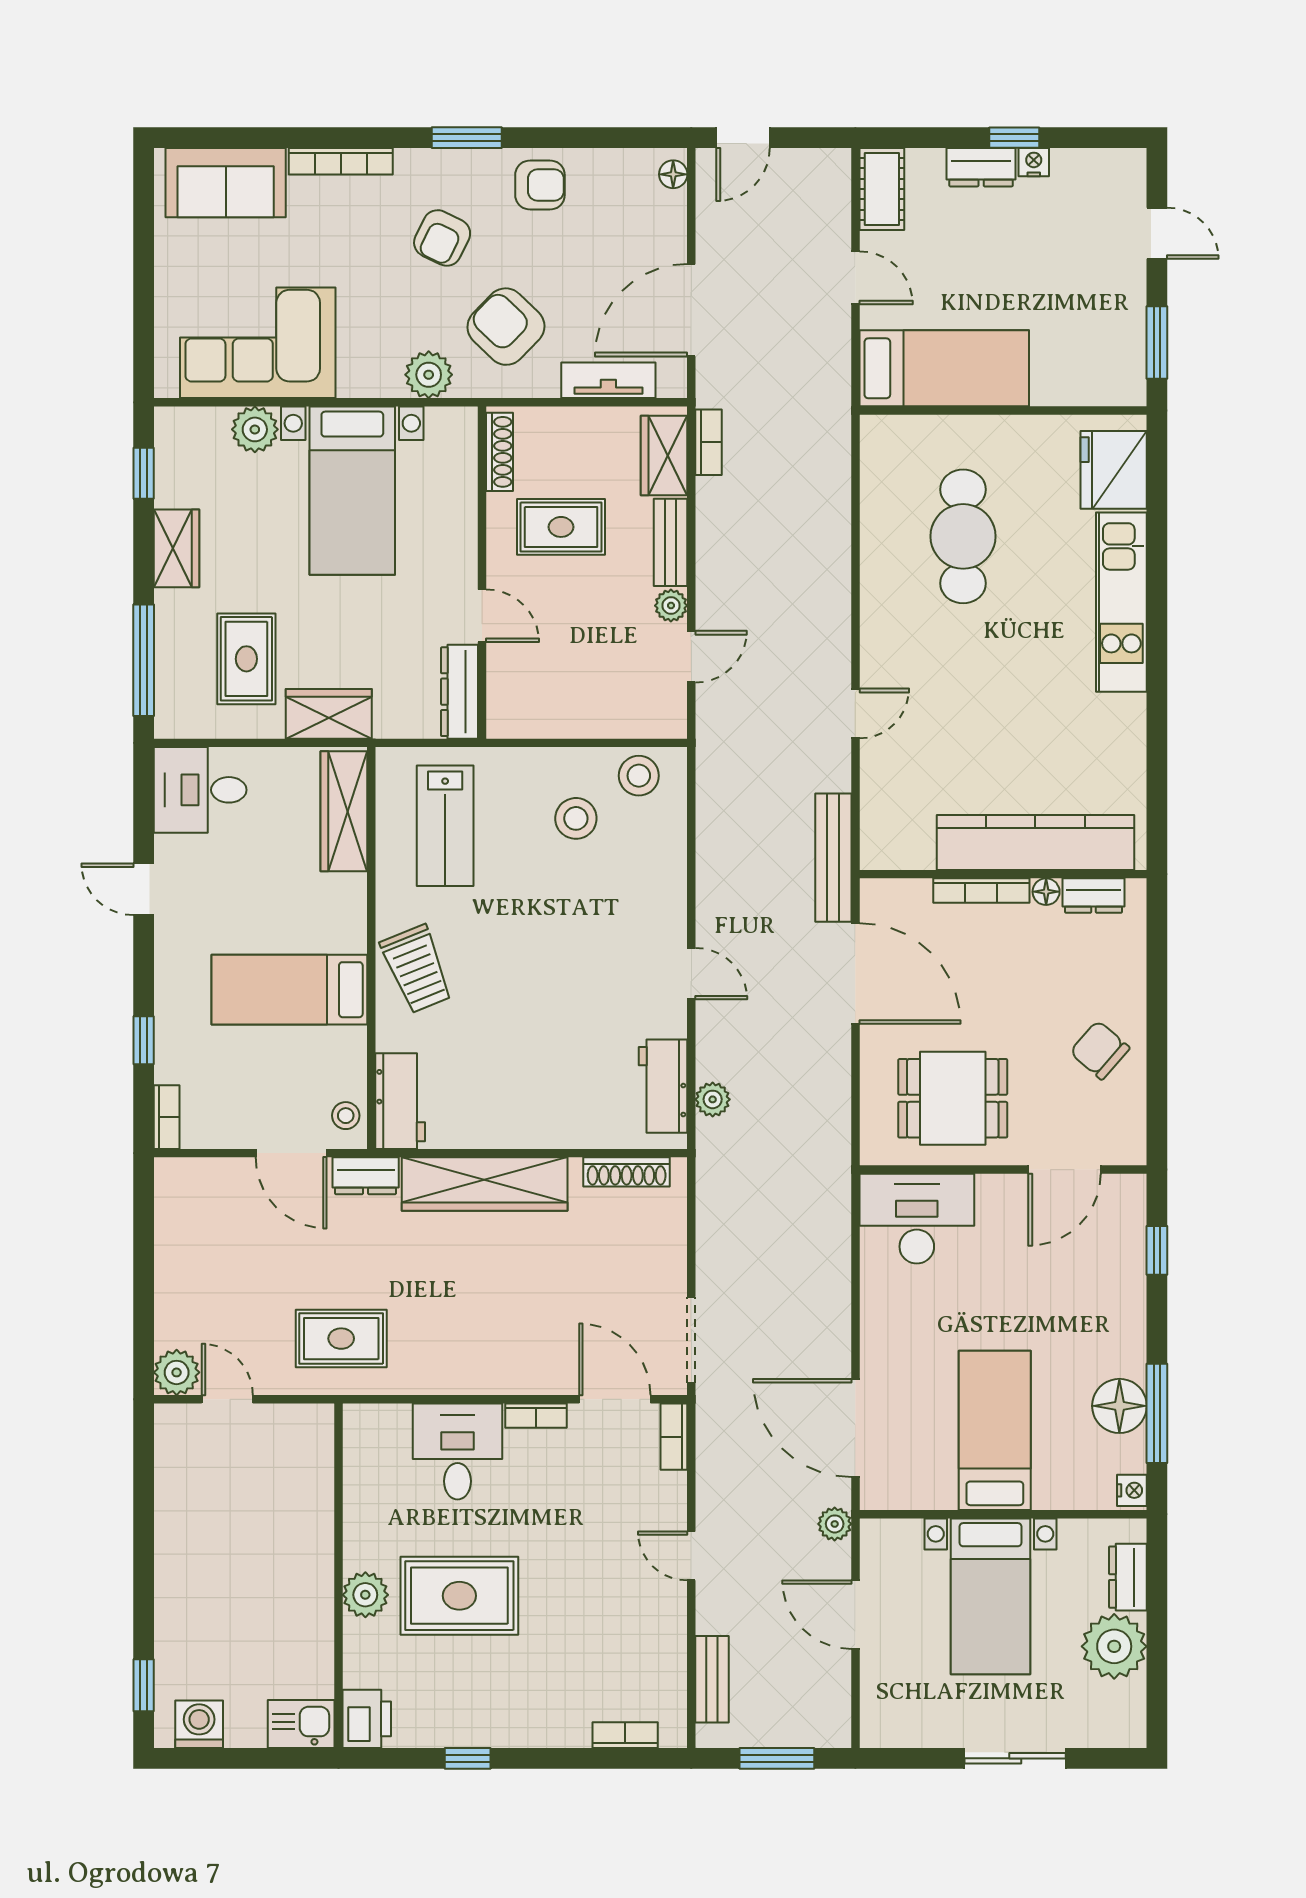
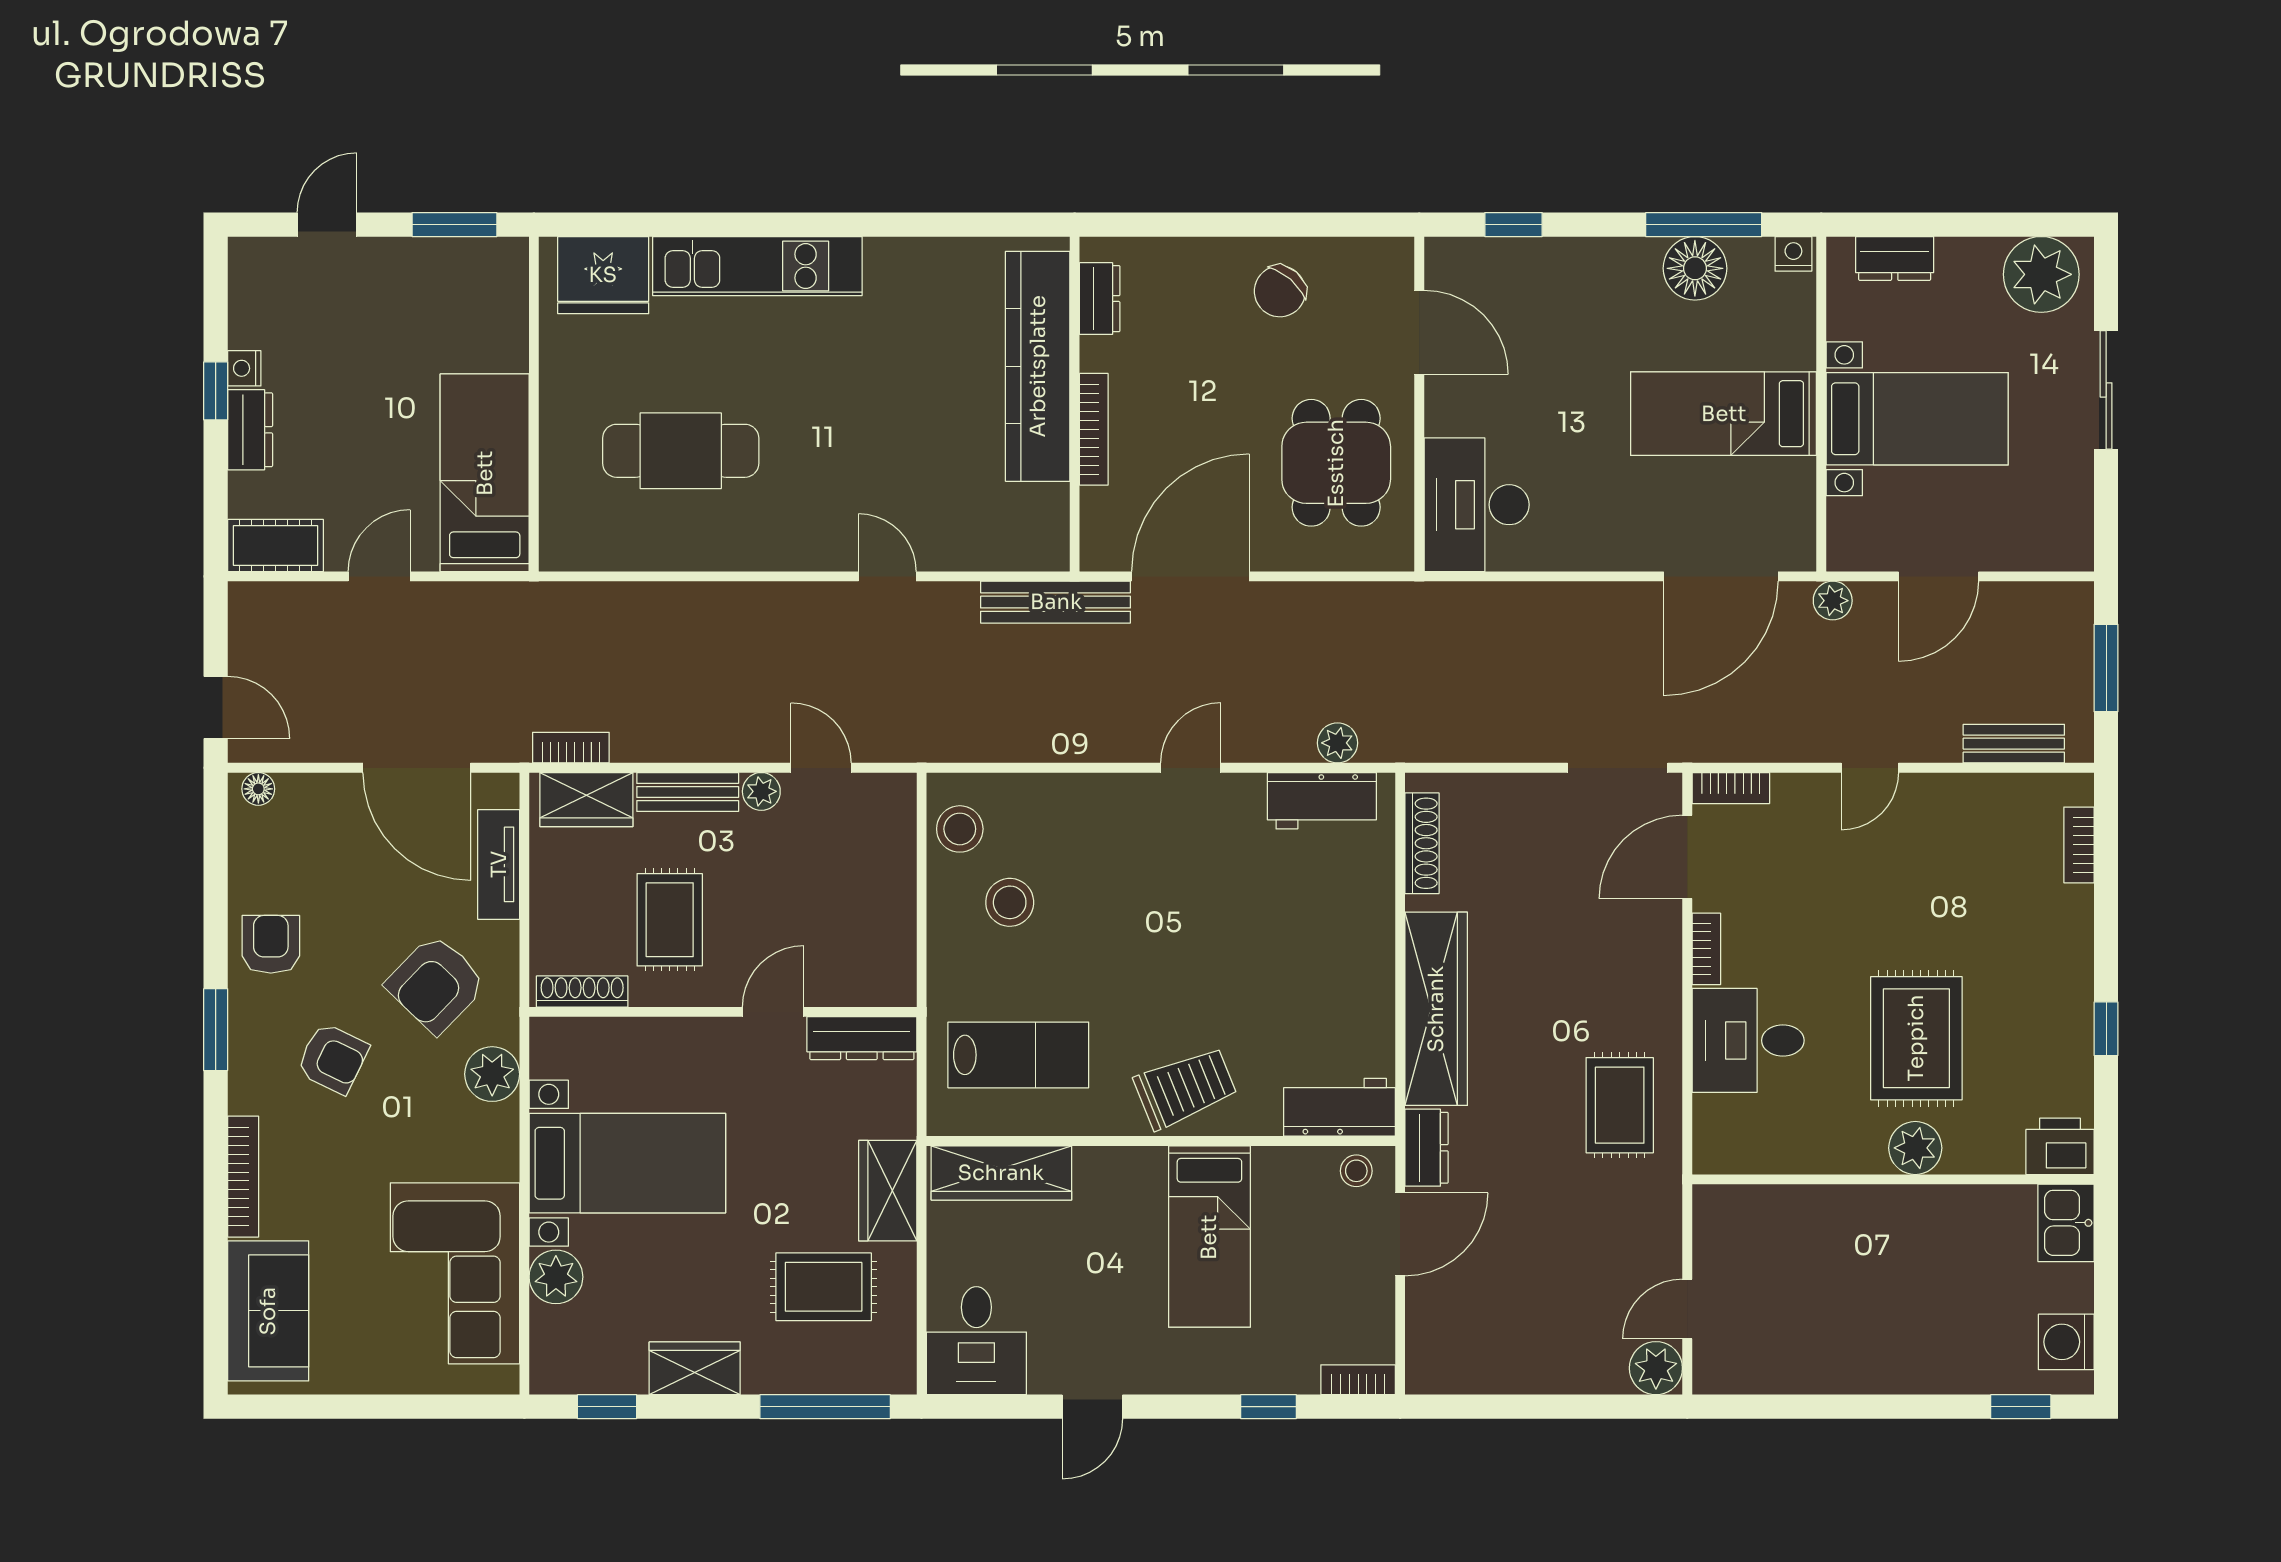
floor lamp: (1046, 892) -> (1095, 354), removed
rug: (341, 1339) -> (1620, 1105), moved
plant: (1114, 1646) -> (2041, 274), moved

